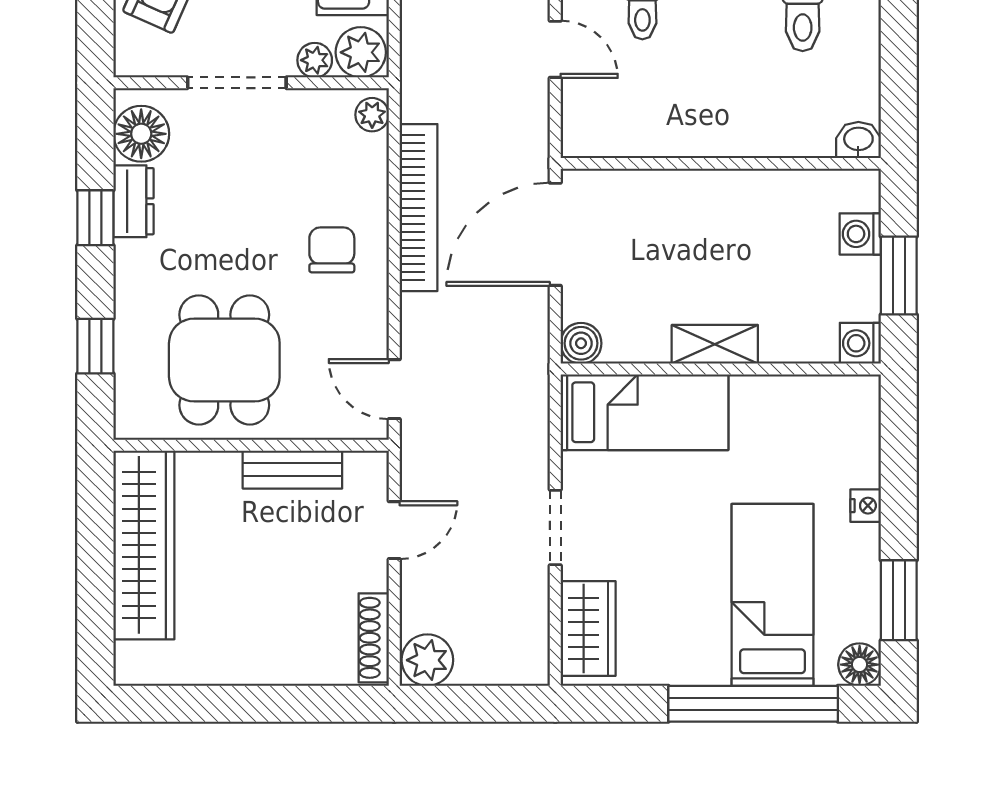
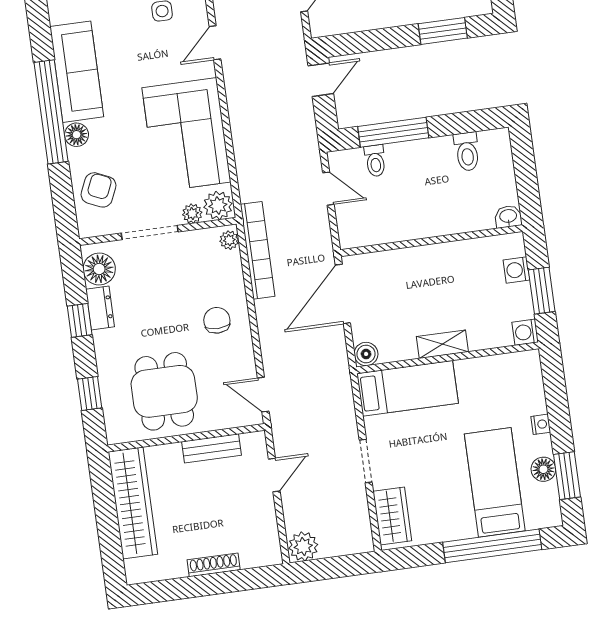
bookcase: (418, 208) -> (258, 250), moved
shoe rack: (374, 638) -> (214, 565), moved, turned 90
floor lamp: (860, 665) -> (543, 469), moved

